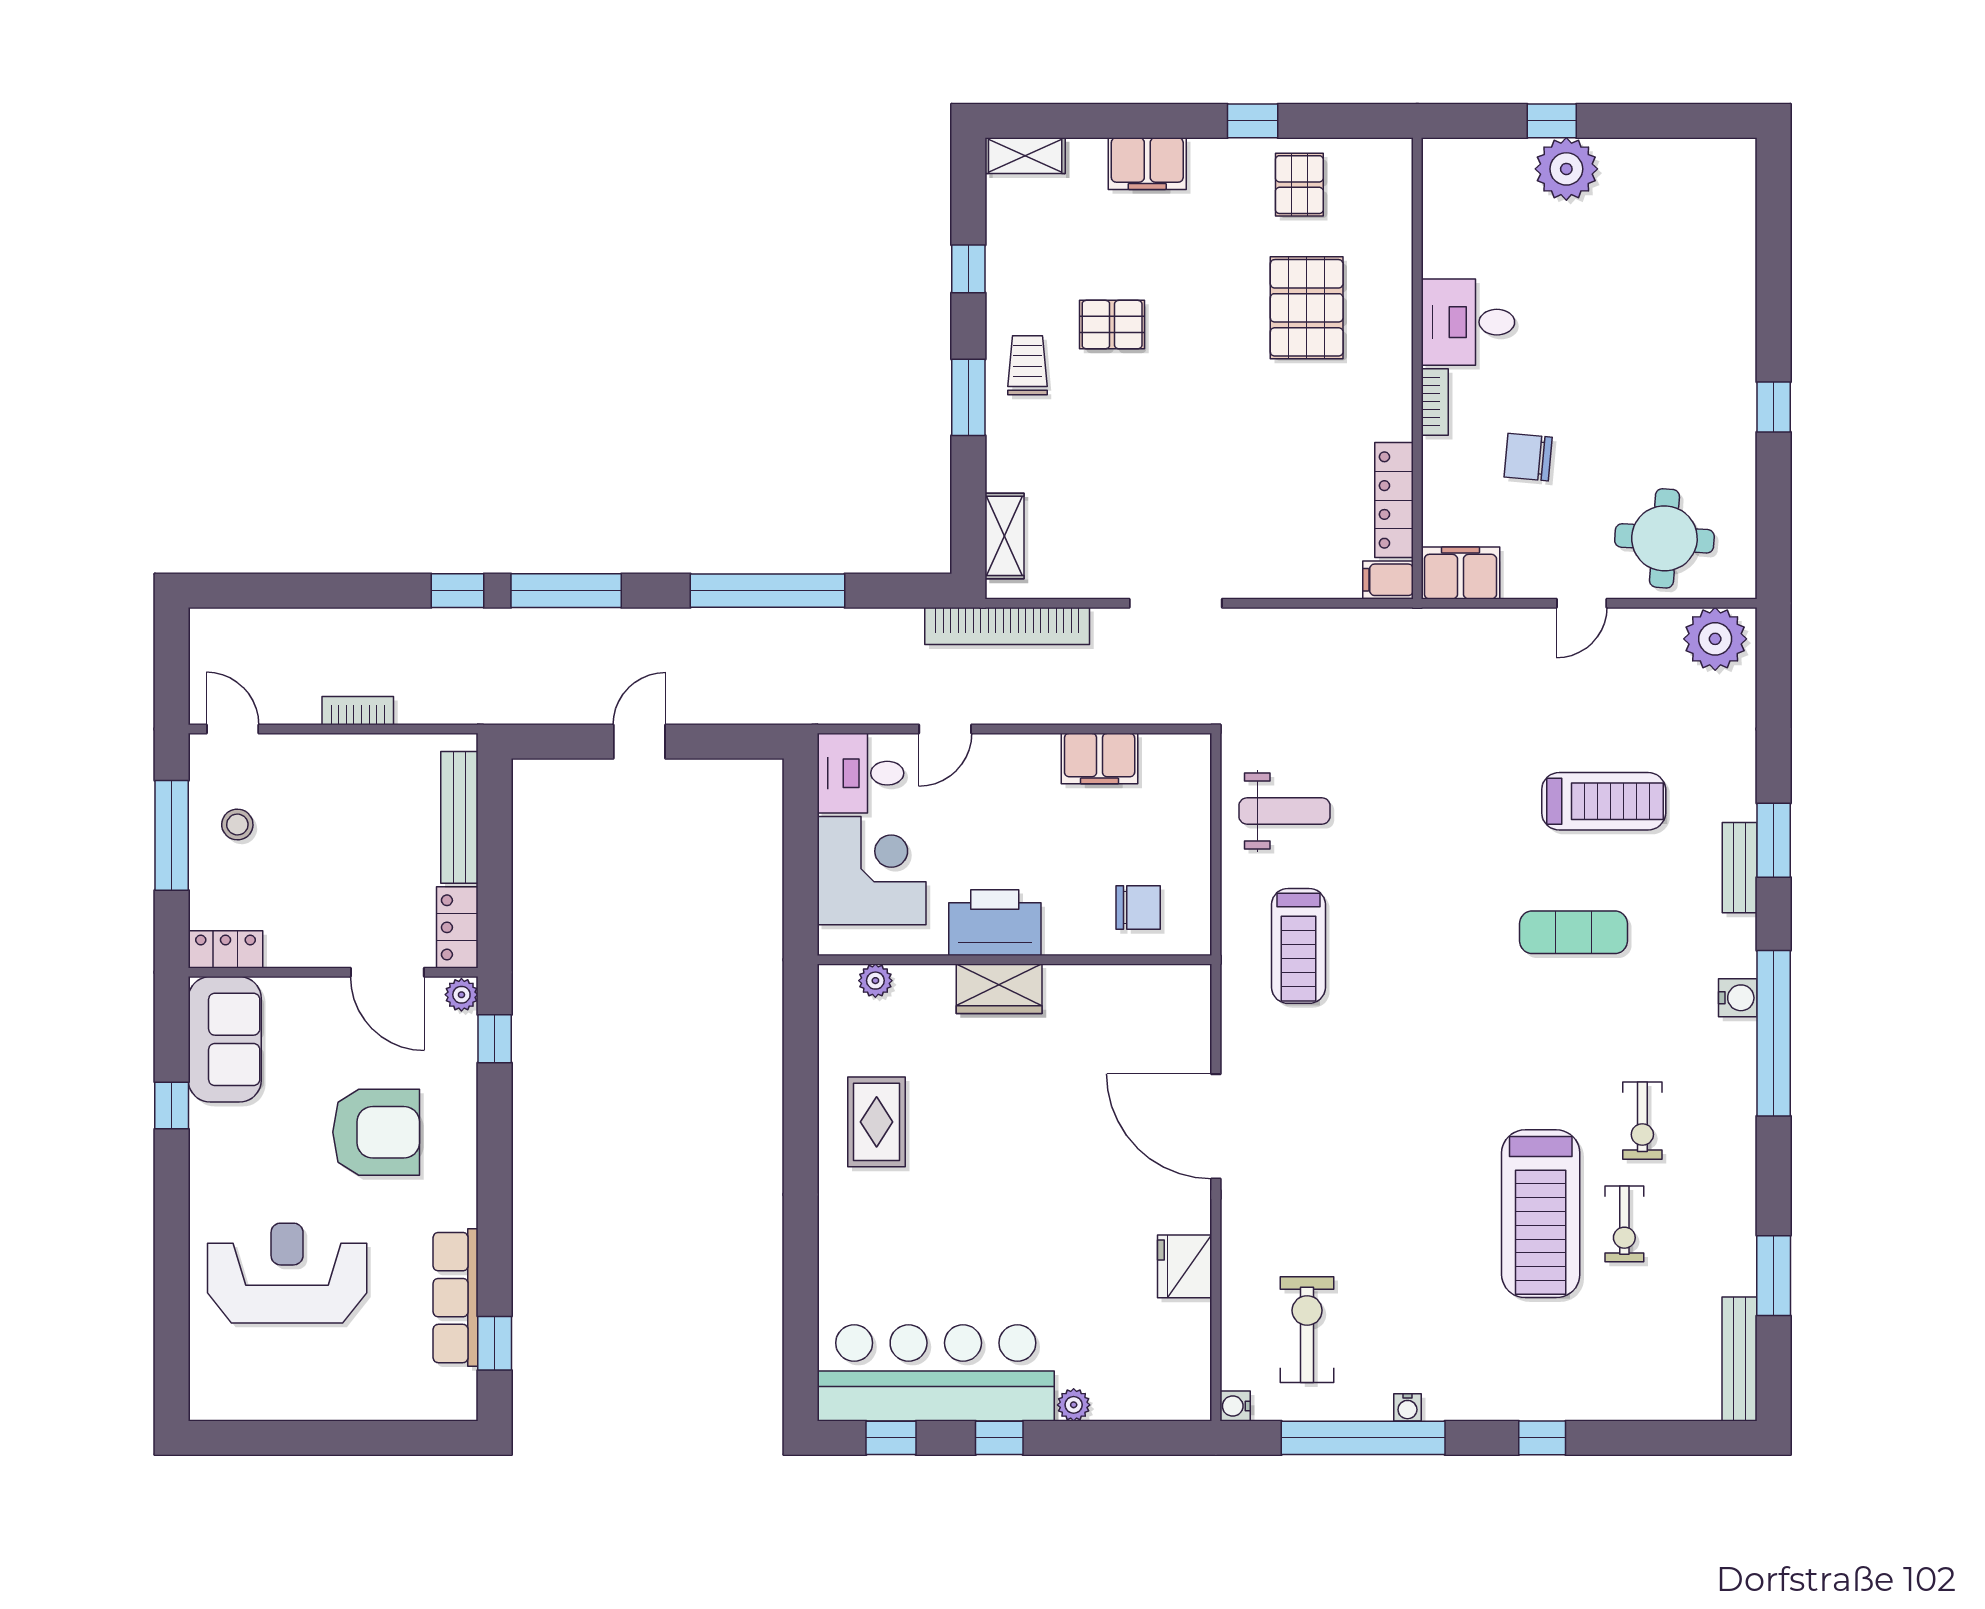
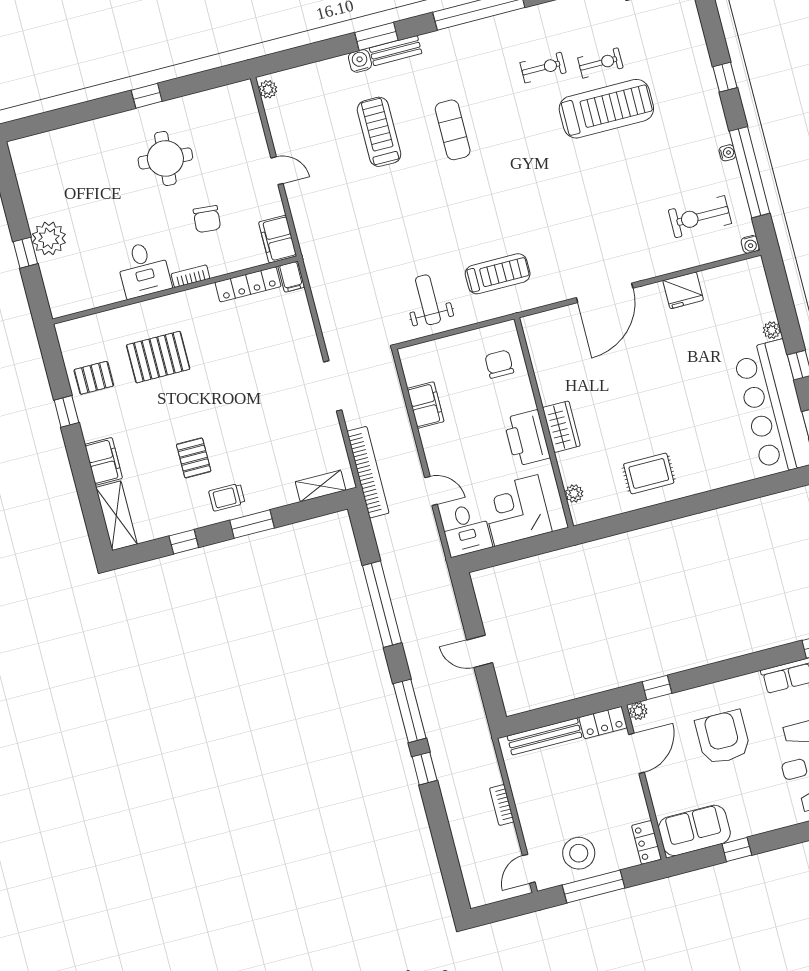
shelving: (1025, 156) -> (116, 516), width x1.50, depth x1.33
round table: (1664, 538) -> (165, 158), moved
plant: (1715, 639) -> (268, 89), width x0.53, depth x0.53
stool: (237, 825) -> (579, 853), width x1.89, depth x1.89
water cooler: (1738, 998) -> (360, 61), moved

